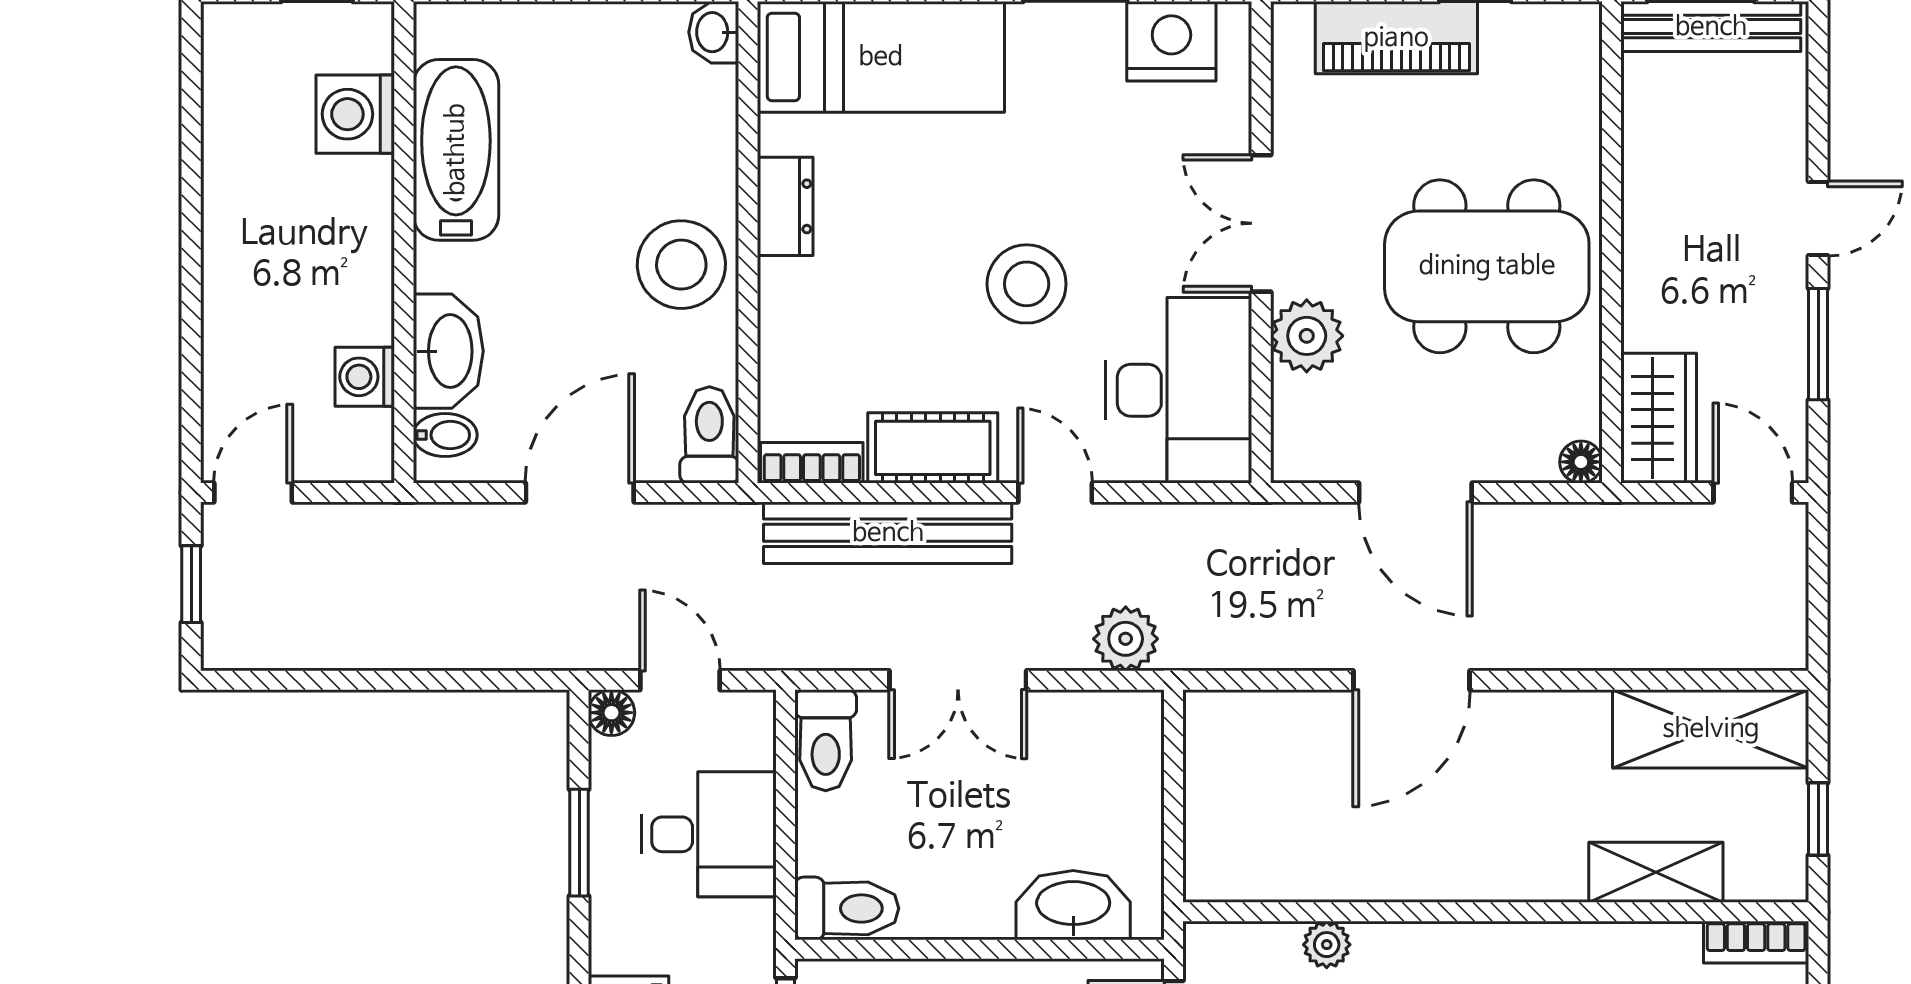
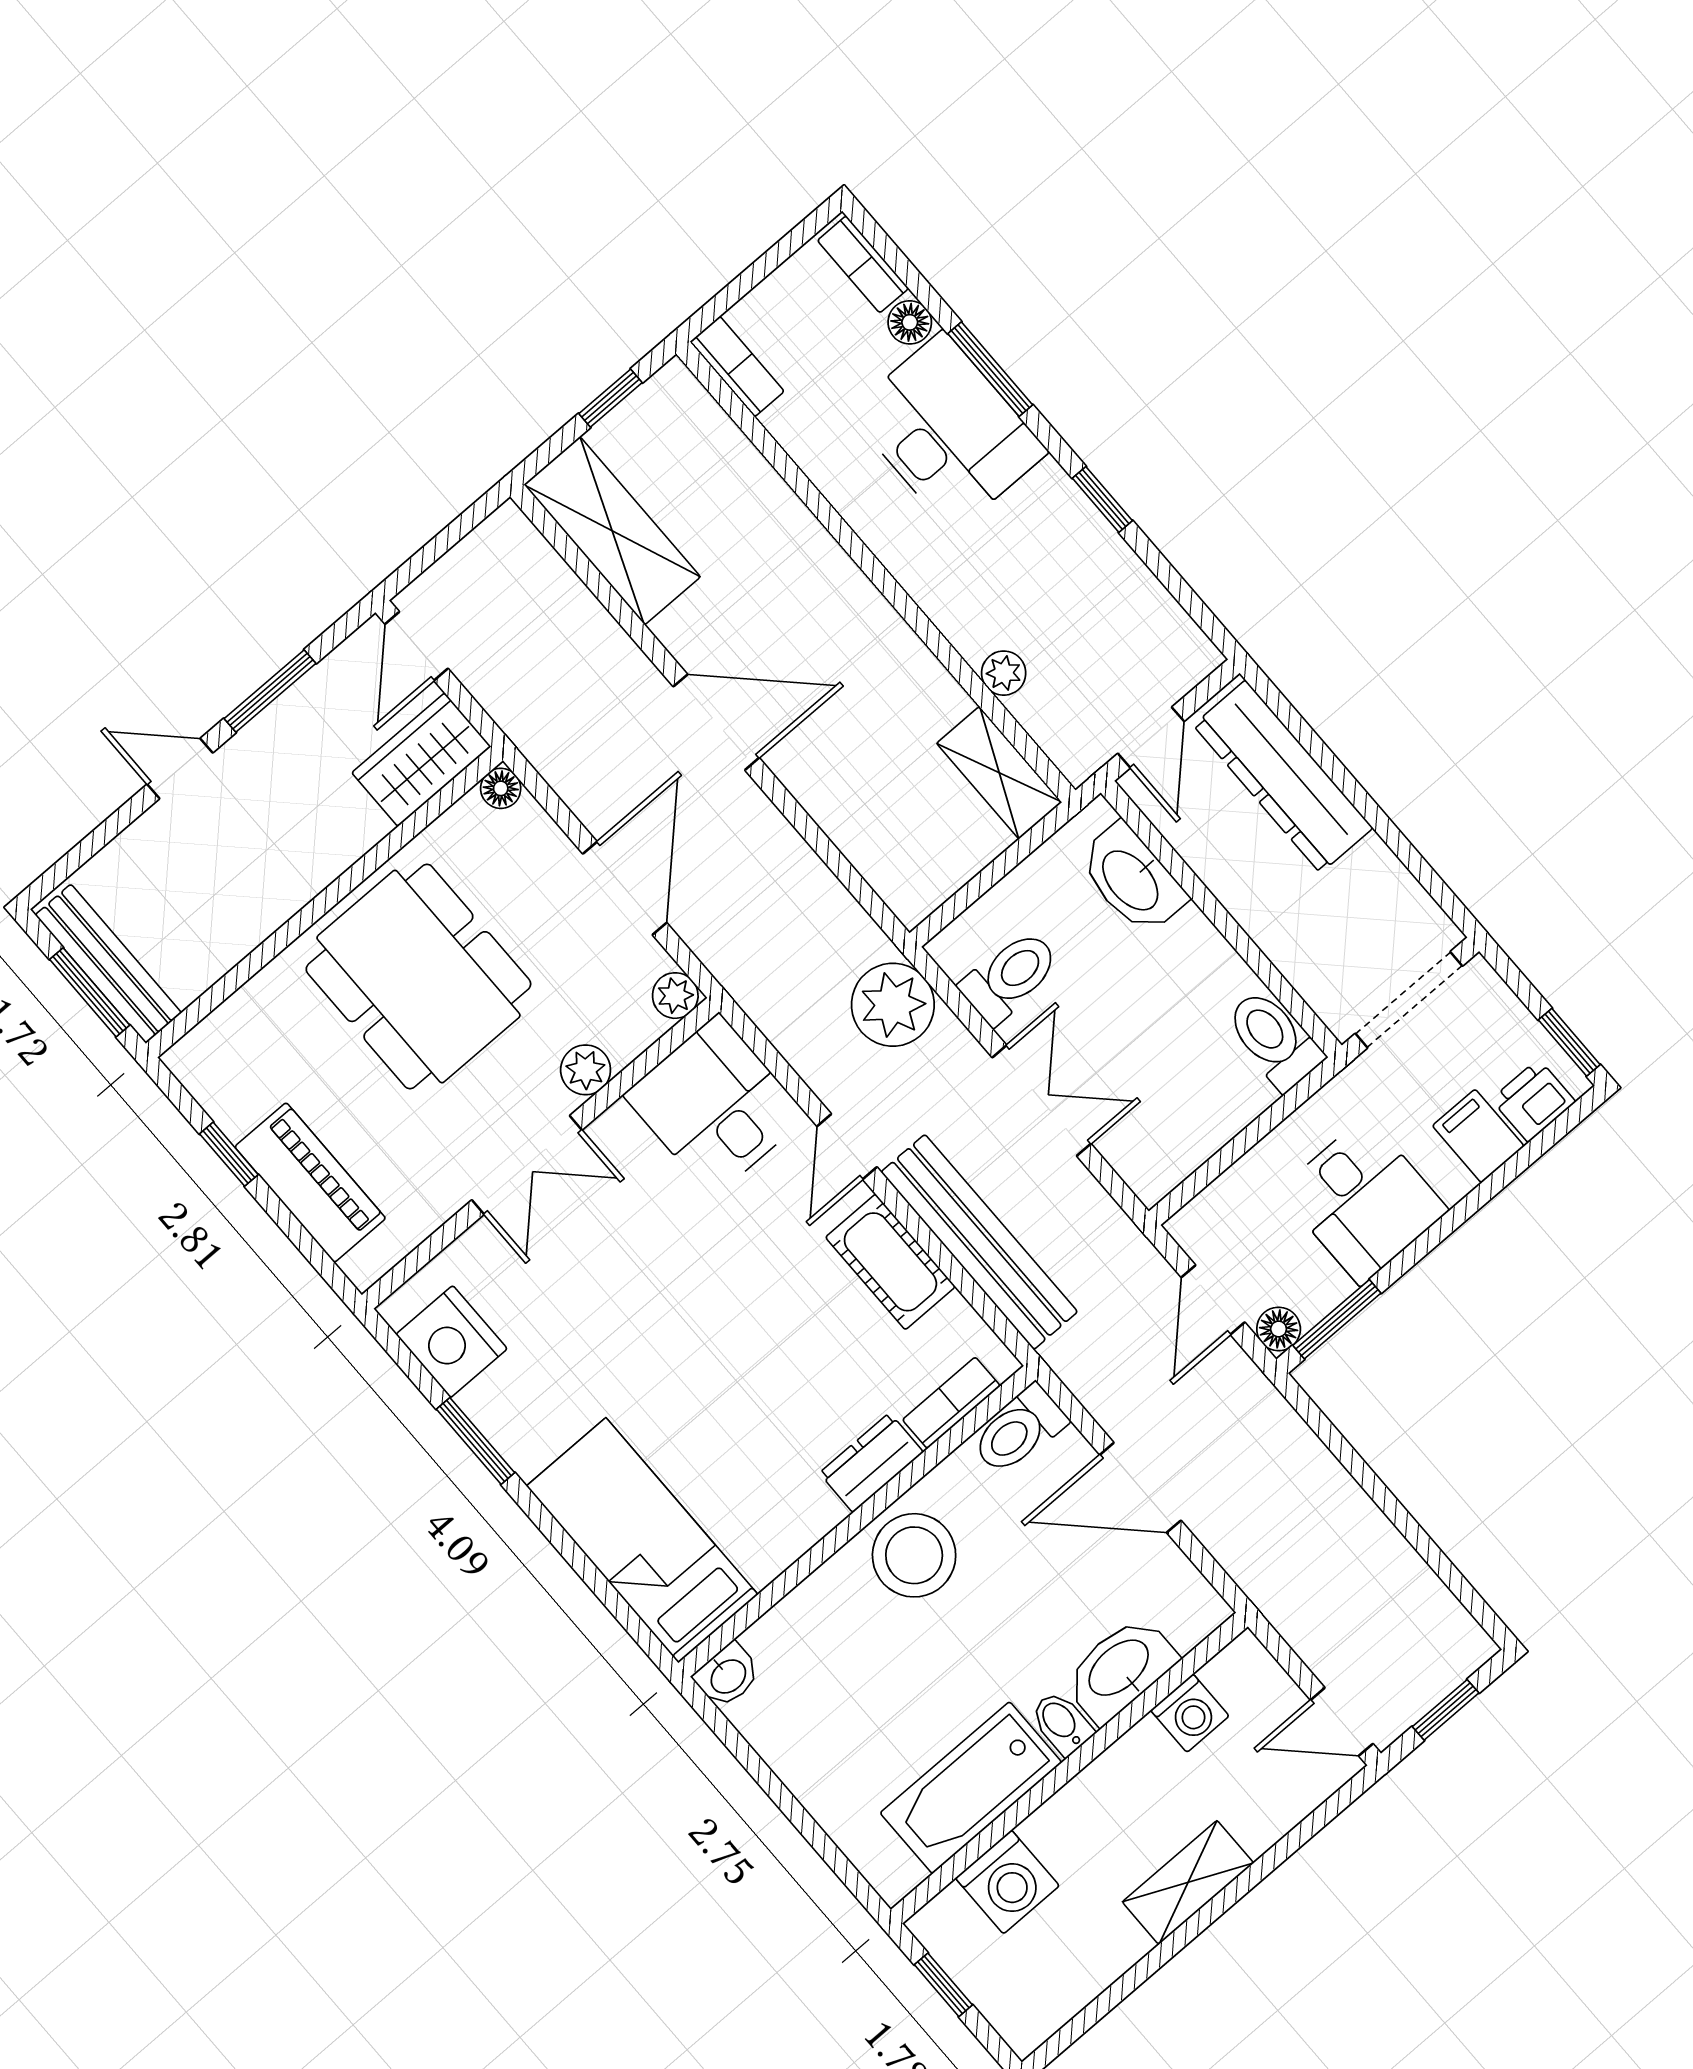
dresser: (785, 206) -> (871, 1463), moved
shelving: (230, 259) -> (1188, 1882), added
stool: (1027, 284) -> (715, 1296), removed
plant: (1307, 336) -> (586, 1070), width x0.73, depth x0.73
desk: (1179, 390) -> (715, 1106), width x0.73
bidet: (445, 435) -> (1062, 1723), moved
plant: (1295, 459) -> (675, 996), added
bookcase: (812, 463) -> (951, 1403), moved, turned 90
plant: (1126, 639) -> (893, 1005), width x1.36, depth x1.36
door: (1412, 680) -> (716, 722), moved
toilet: (826, 740) -> (1010, 977), moved
desk: (709, 834) -> (1363, 1200), moved, turned 180
window: (579, 843) -> (1337, 1319), moved
shelving: (1656, 872) -> (999, 773), moved

